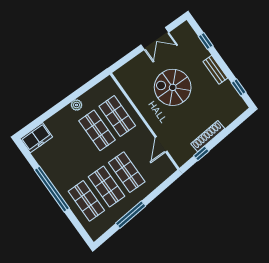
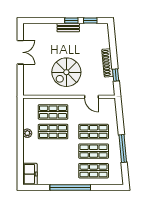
window: (206, 41) -> (71, 21), moved
spiral stairs: (173, 87) -> (66, 72), moved

